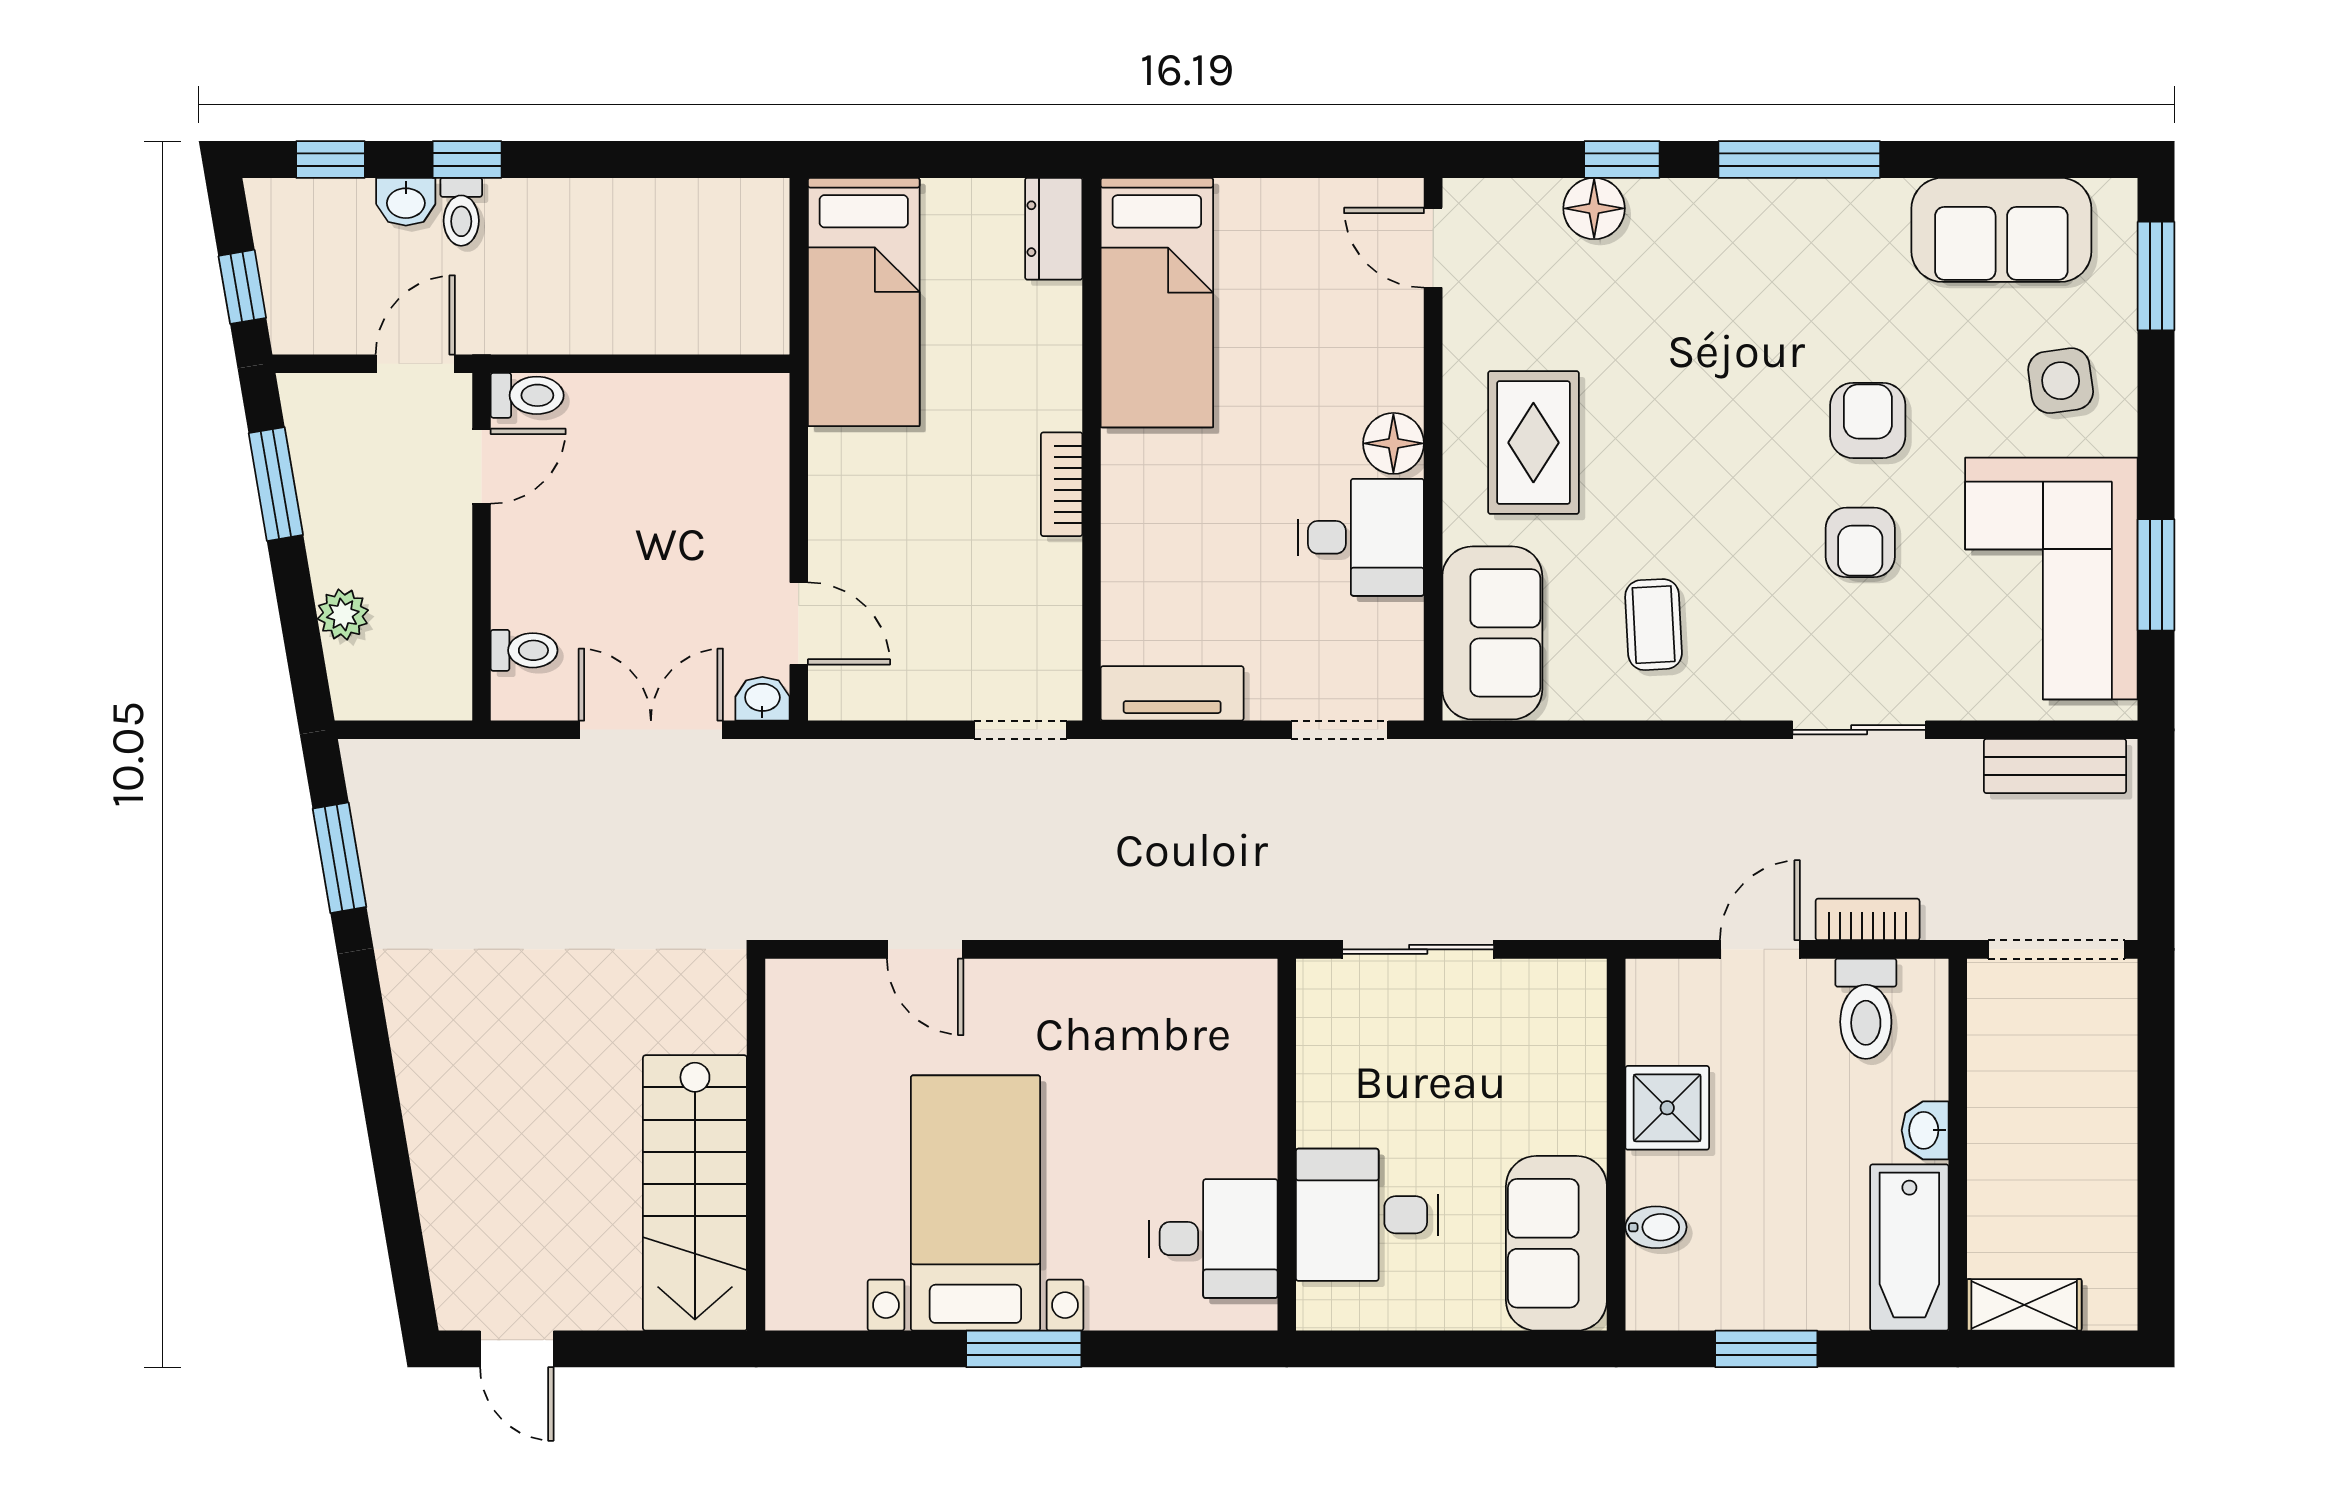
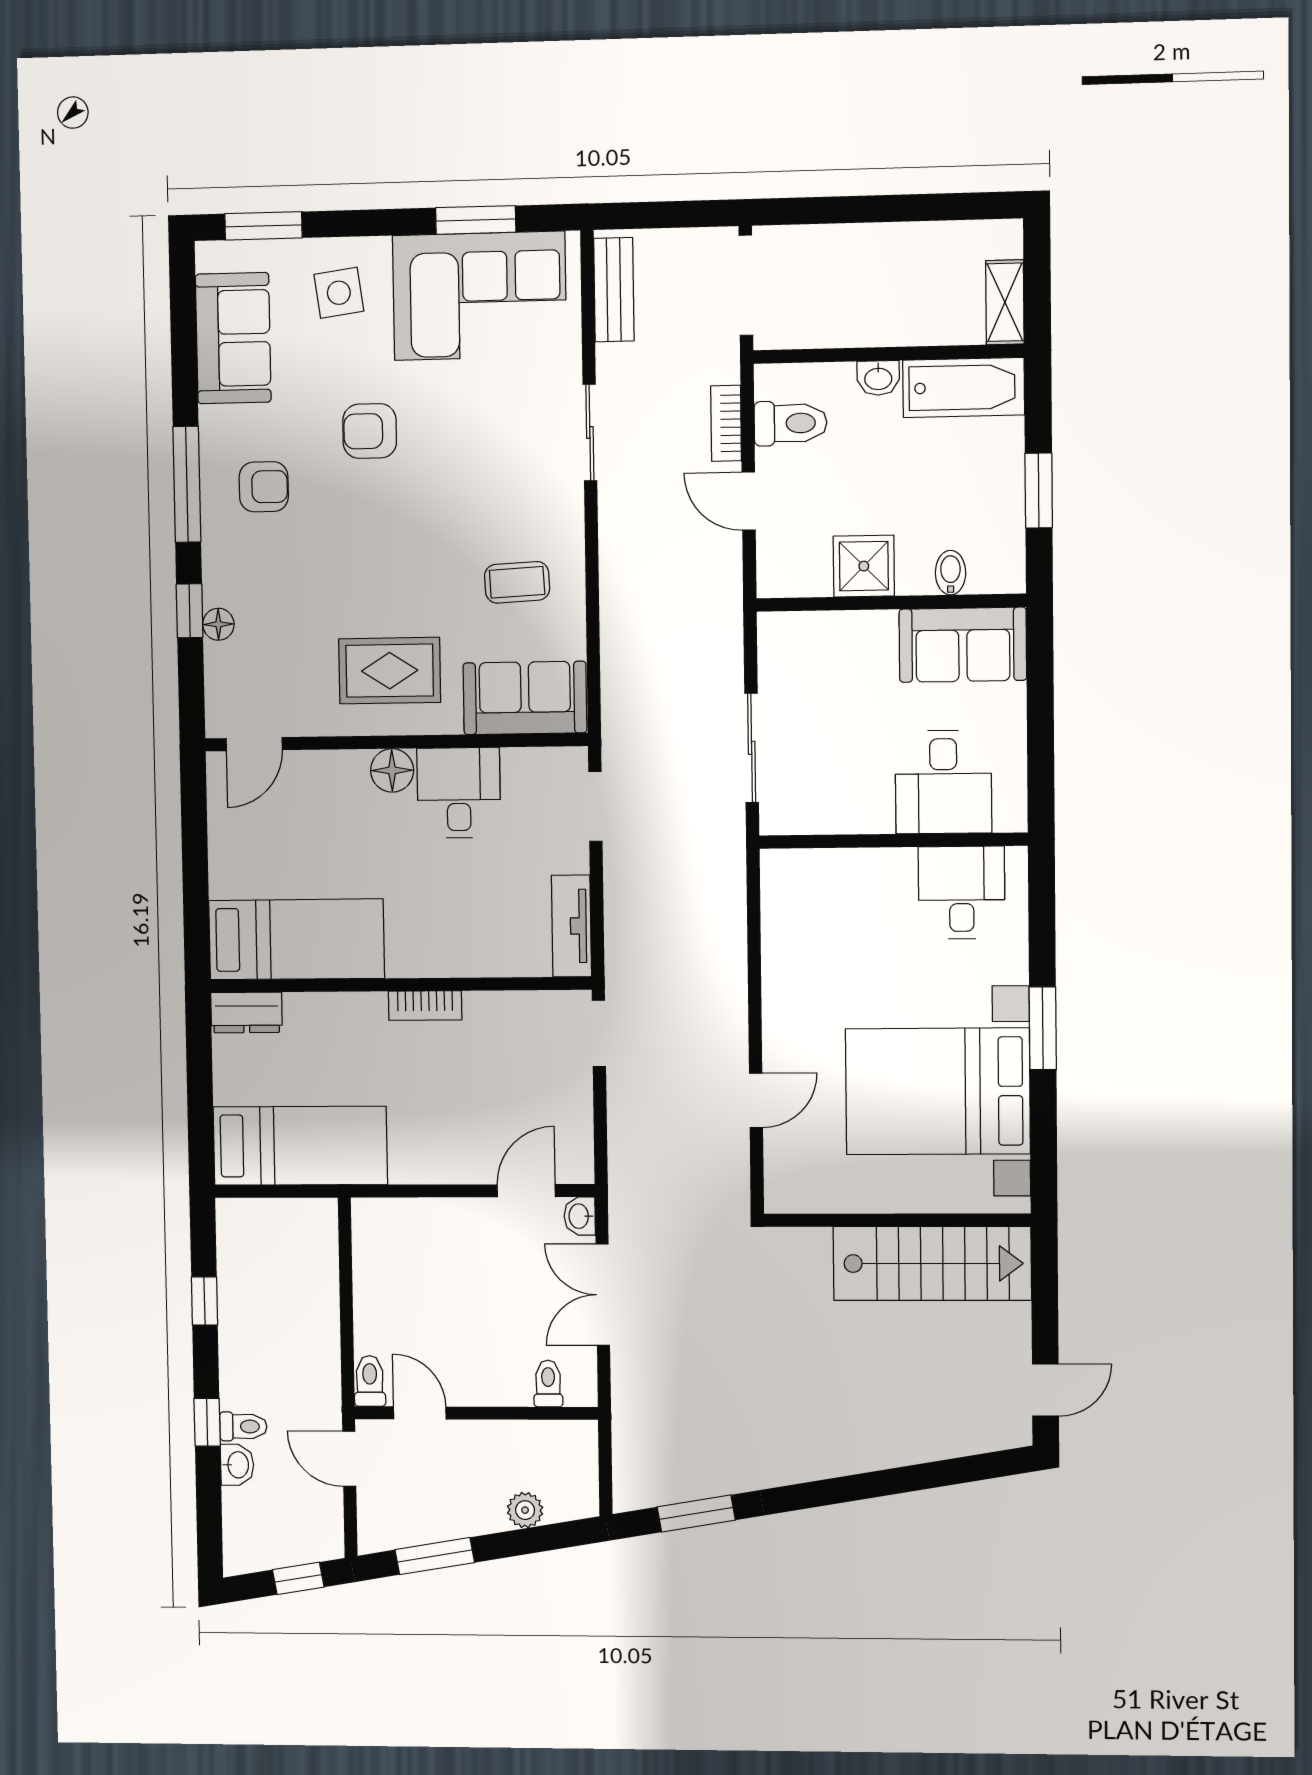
window: (331, 159) -> (205, 1301), moved
floor lamp: (1594, 208) -> (218, 624), width x0.73, depth x0.73
armchair: (1860, 542) -> (264, 487), moved
bed with nightstands: (975, 1203) -> (938, 1091), width x1.36

